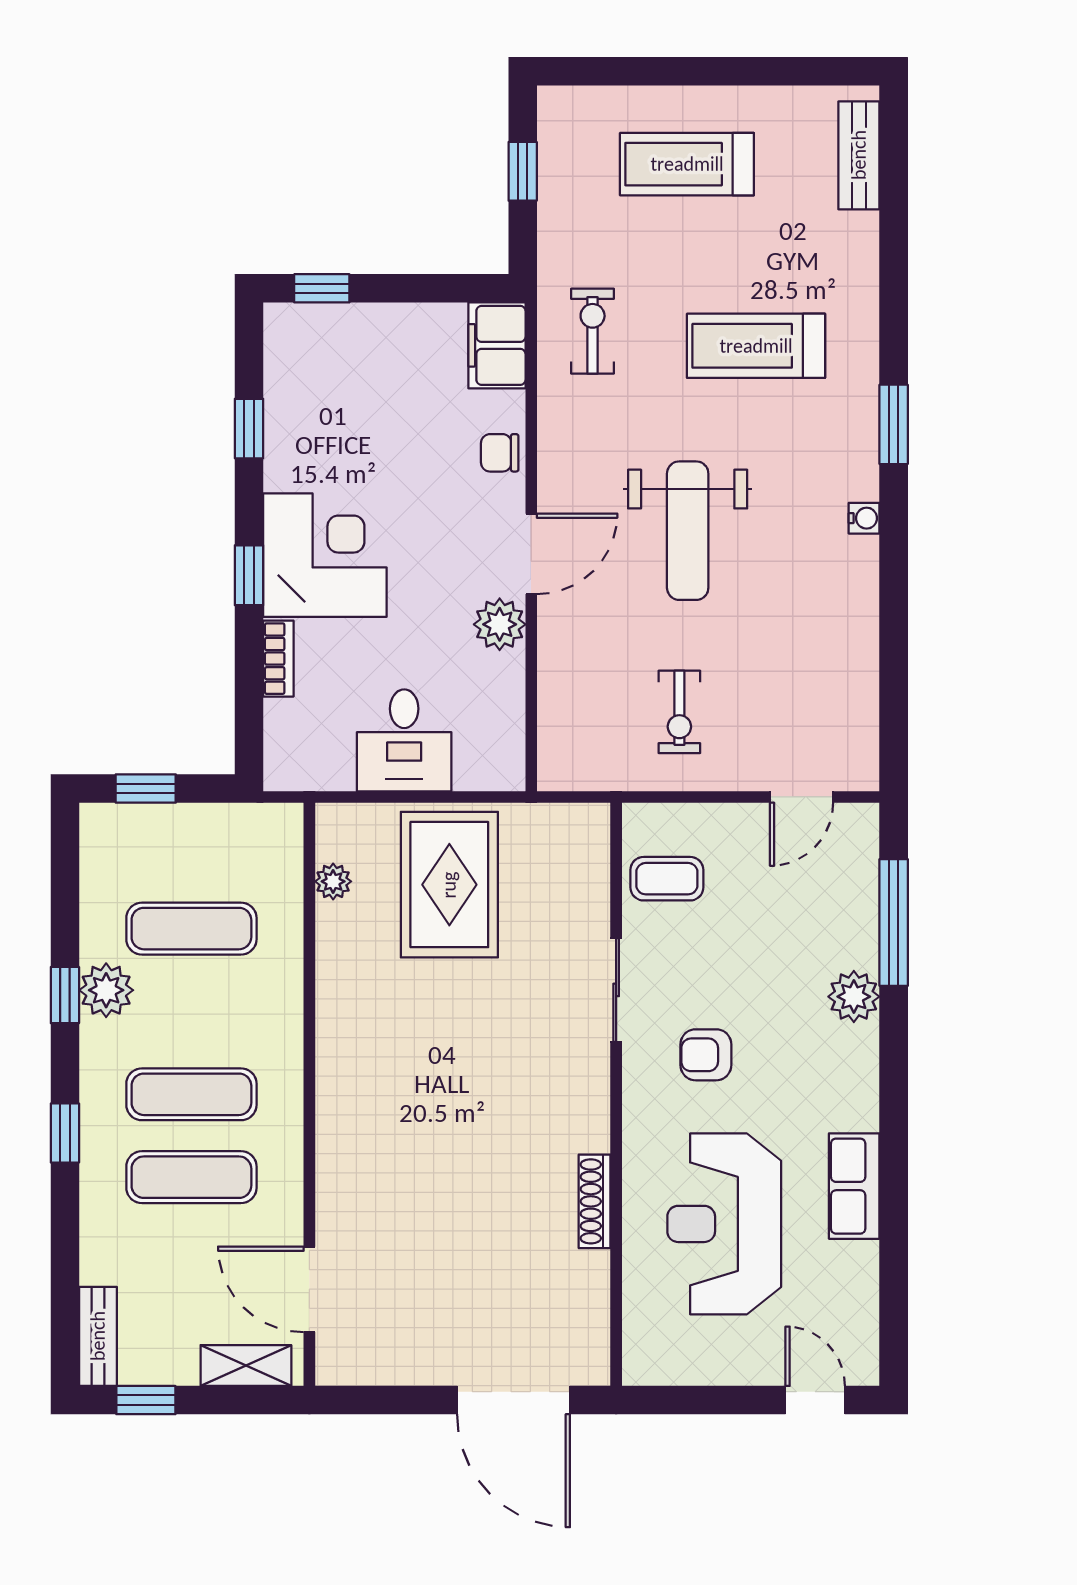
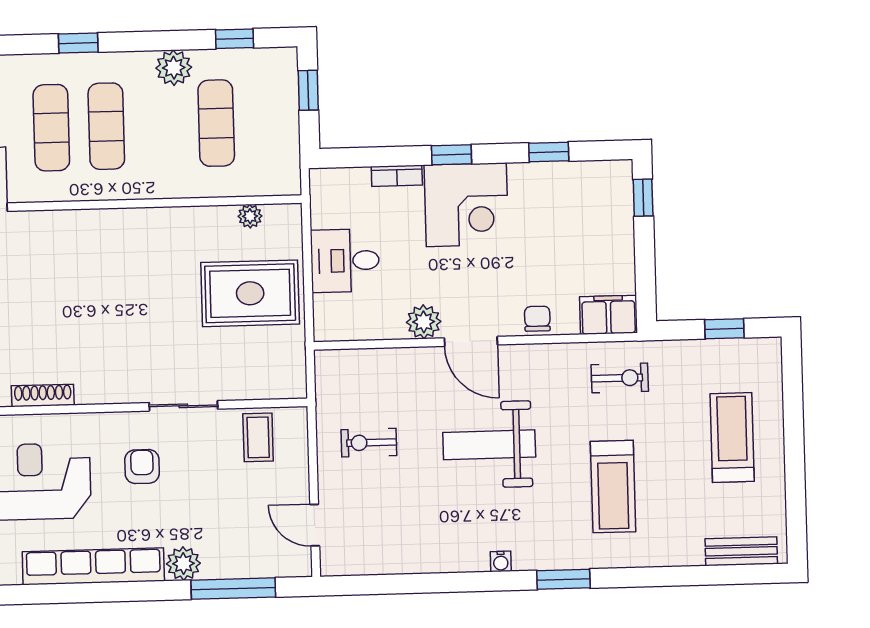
treadmill: (756, 346) -> (613, 487), turned 180
window: (65, 995) -> (234, 39), moved
row of seats: (854, 1186) -> (93, 566), width x2.02

